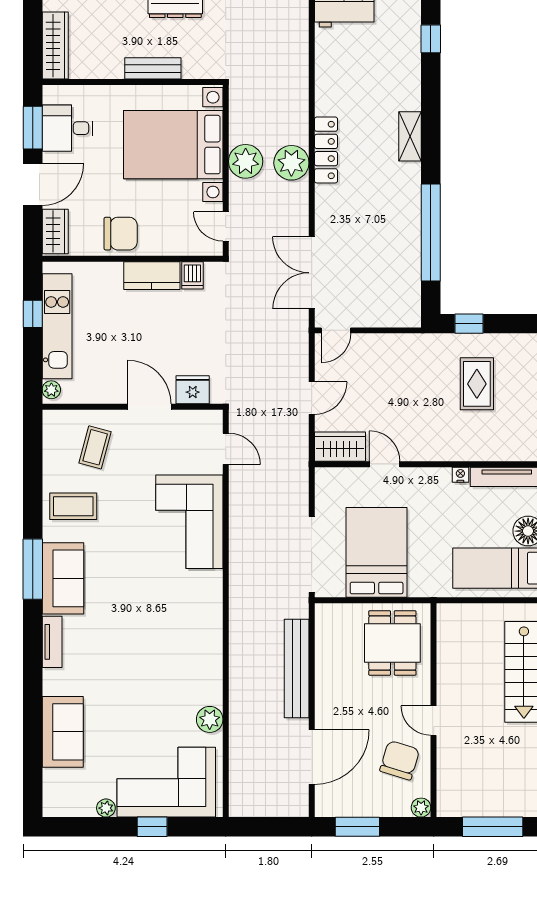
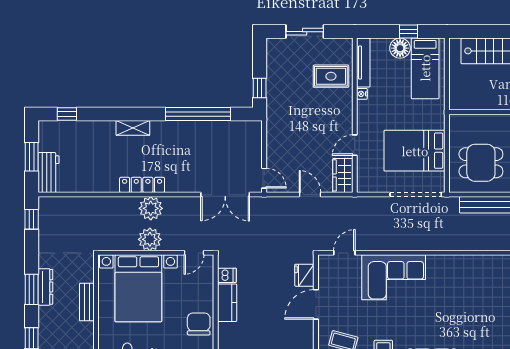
rug: (477, 384) -> (331, 76), moved
dining table: (392, 643) -> (481, 163), moved

